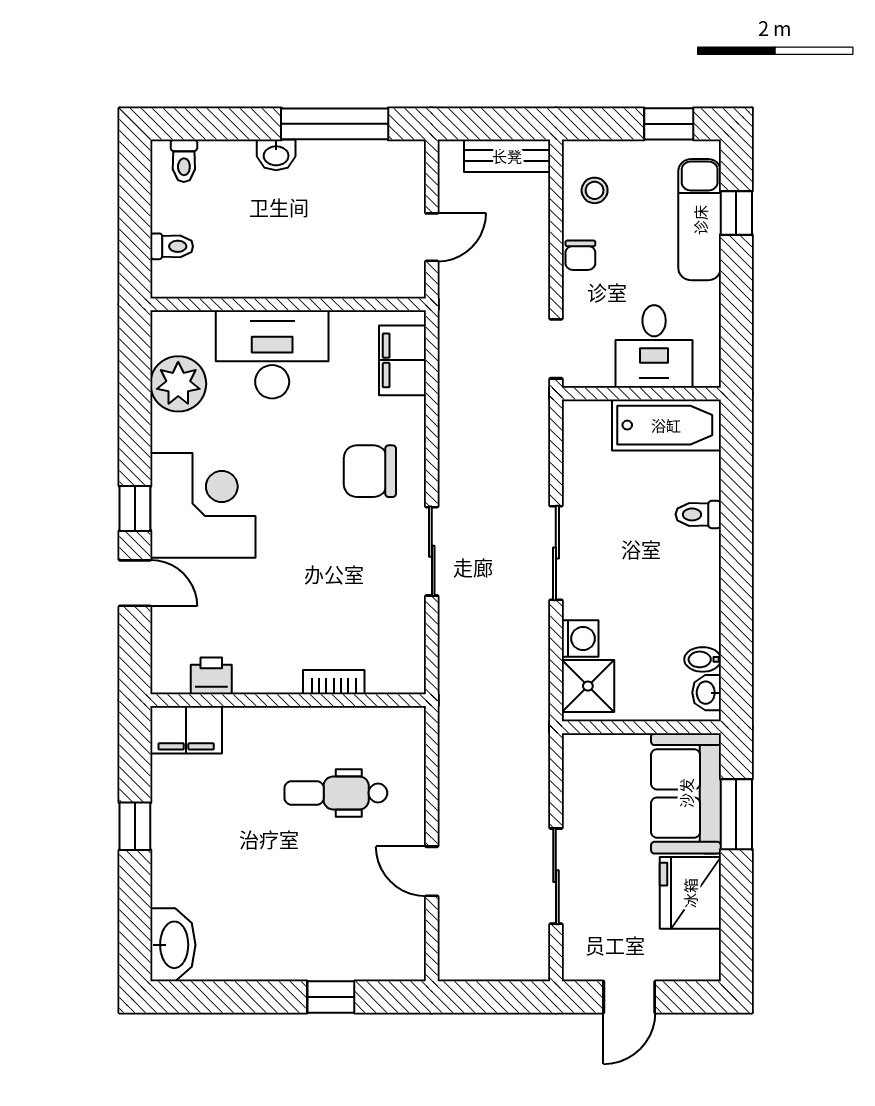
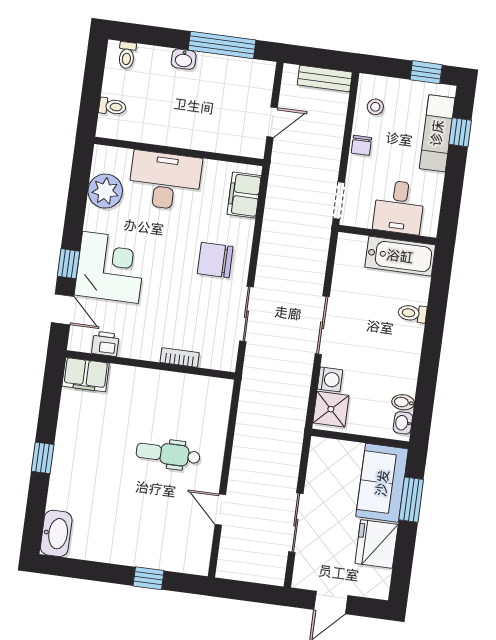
printer: (211, 676) -> (105, 344), moved
bookcase: (334, 682) -> (180, 358), moved
wall: (288, 700) -> (150, 365), moved
filing cabinet: (186, 730) -> (86, 375), moved

